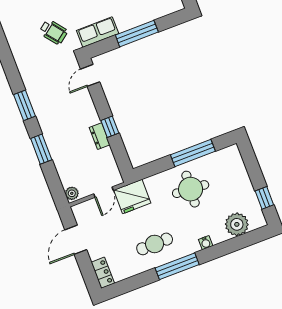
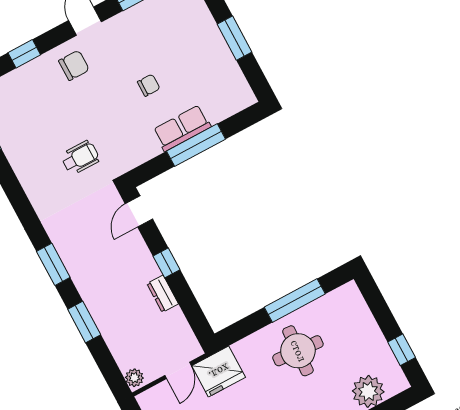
wheelchair: (53, 32) -> (80, 158), turned -52
row of seats: (98, 32) -> (182, 128), moved
window: (110, 127) -> (167, 263), moved

